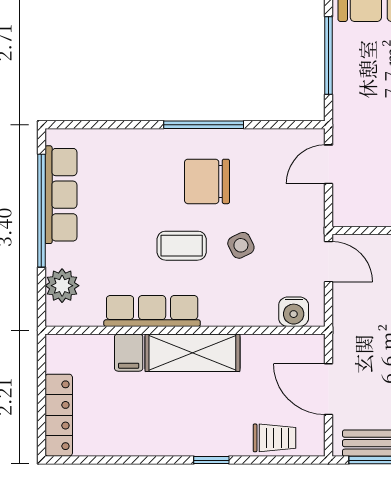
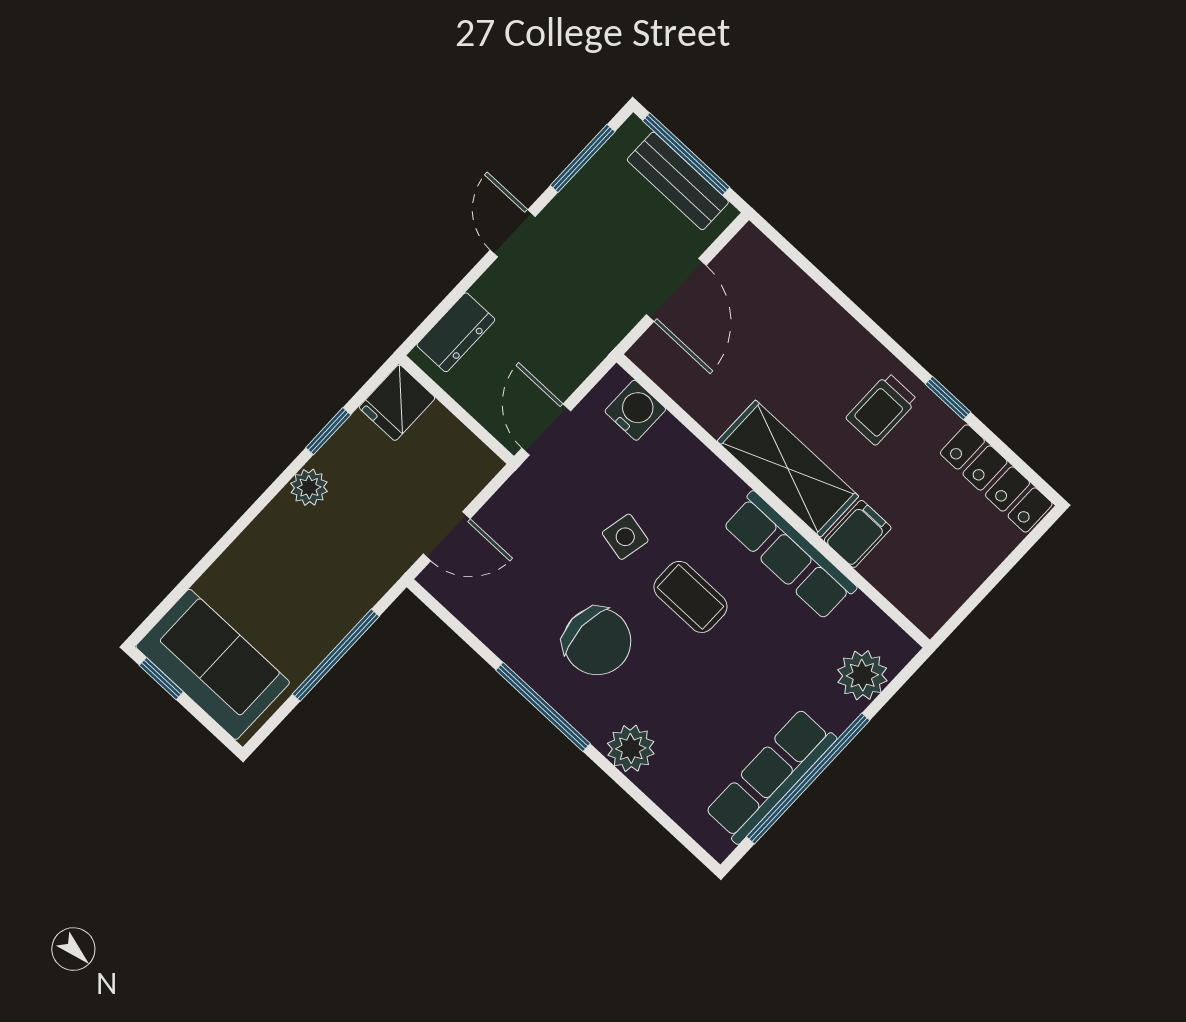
plant: (142, 144) -> (631, 748), added
side table: (241, 245) -> (625, 537), turned 38
locker: (59, 415) -> (996, 478), moved, turned -90
trolley: (274, 438) -> (882, 409), moved, turned -90
window: (211, 460) -> (948, 398), moved

